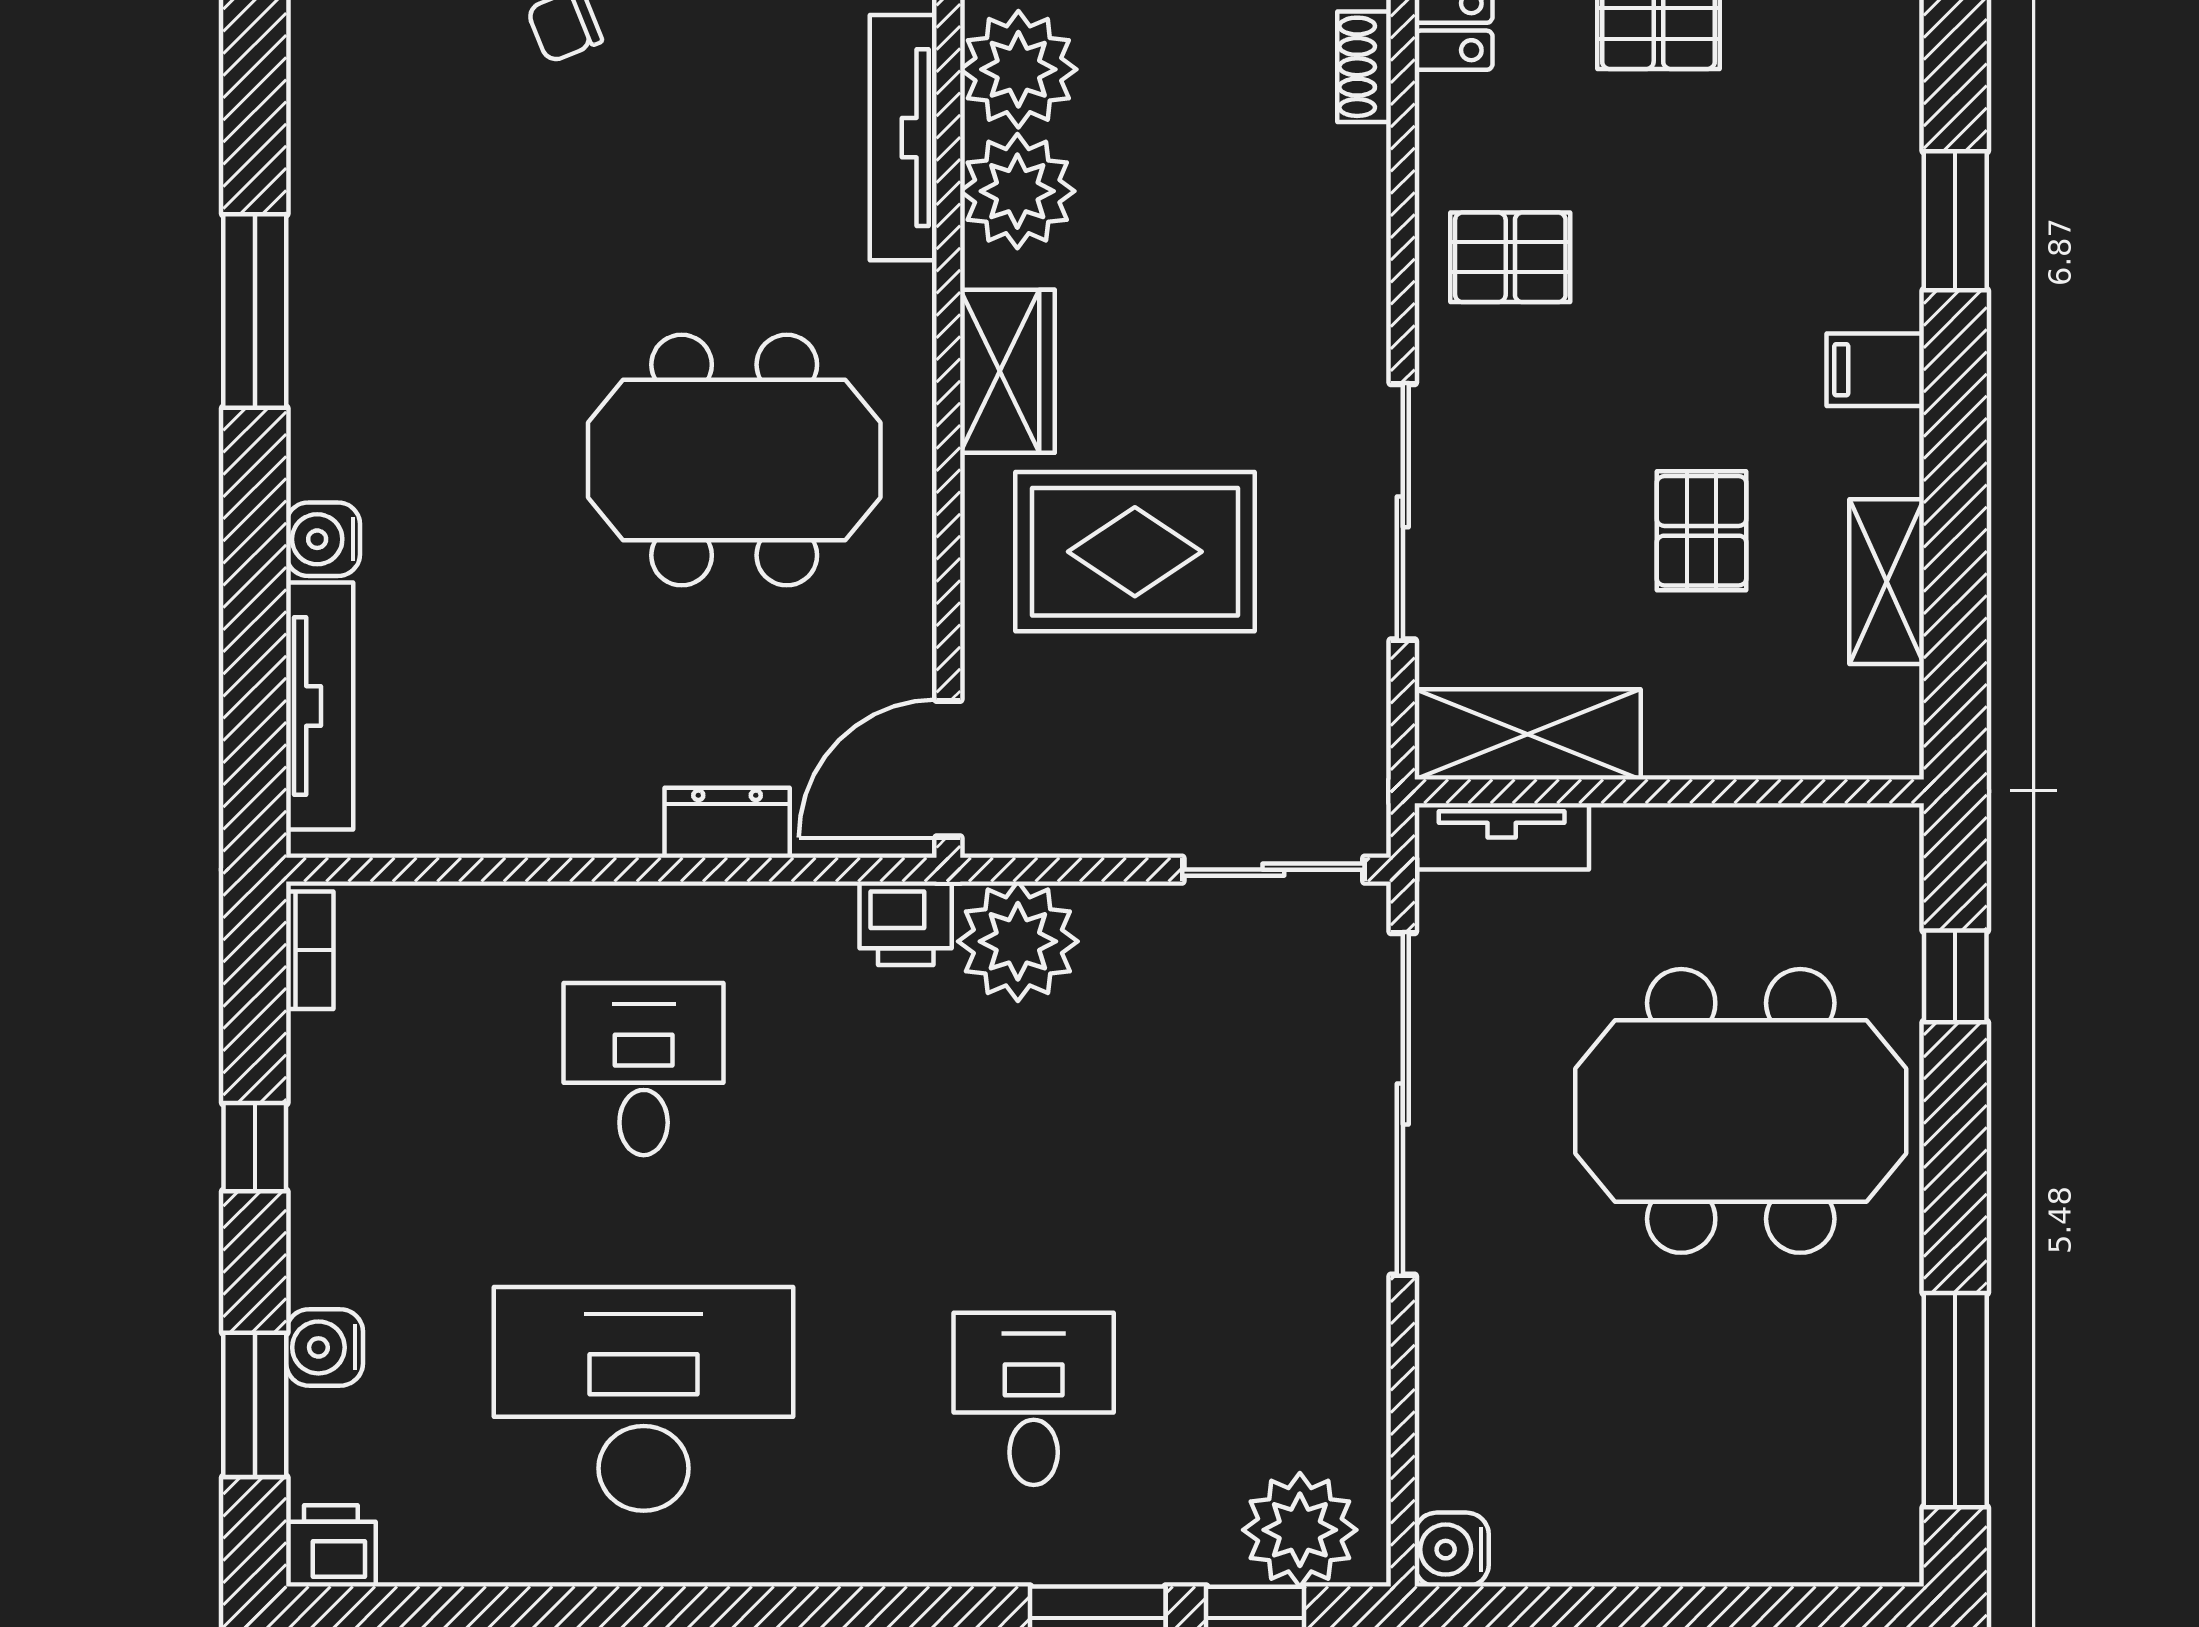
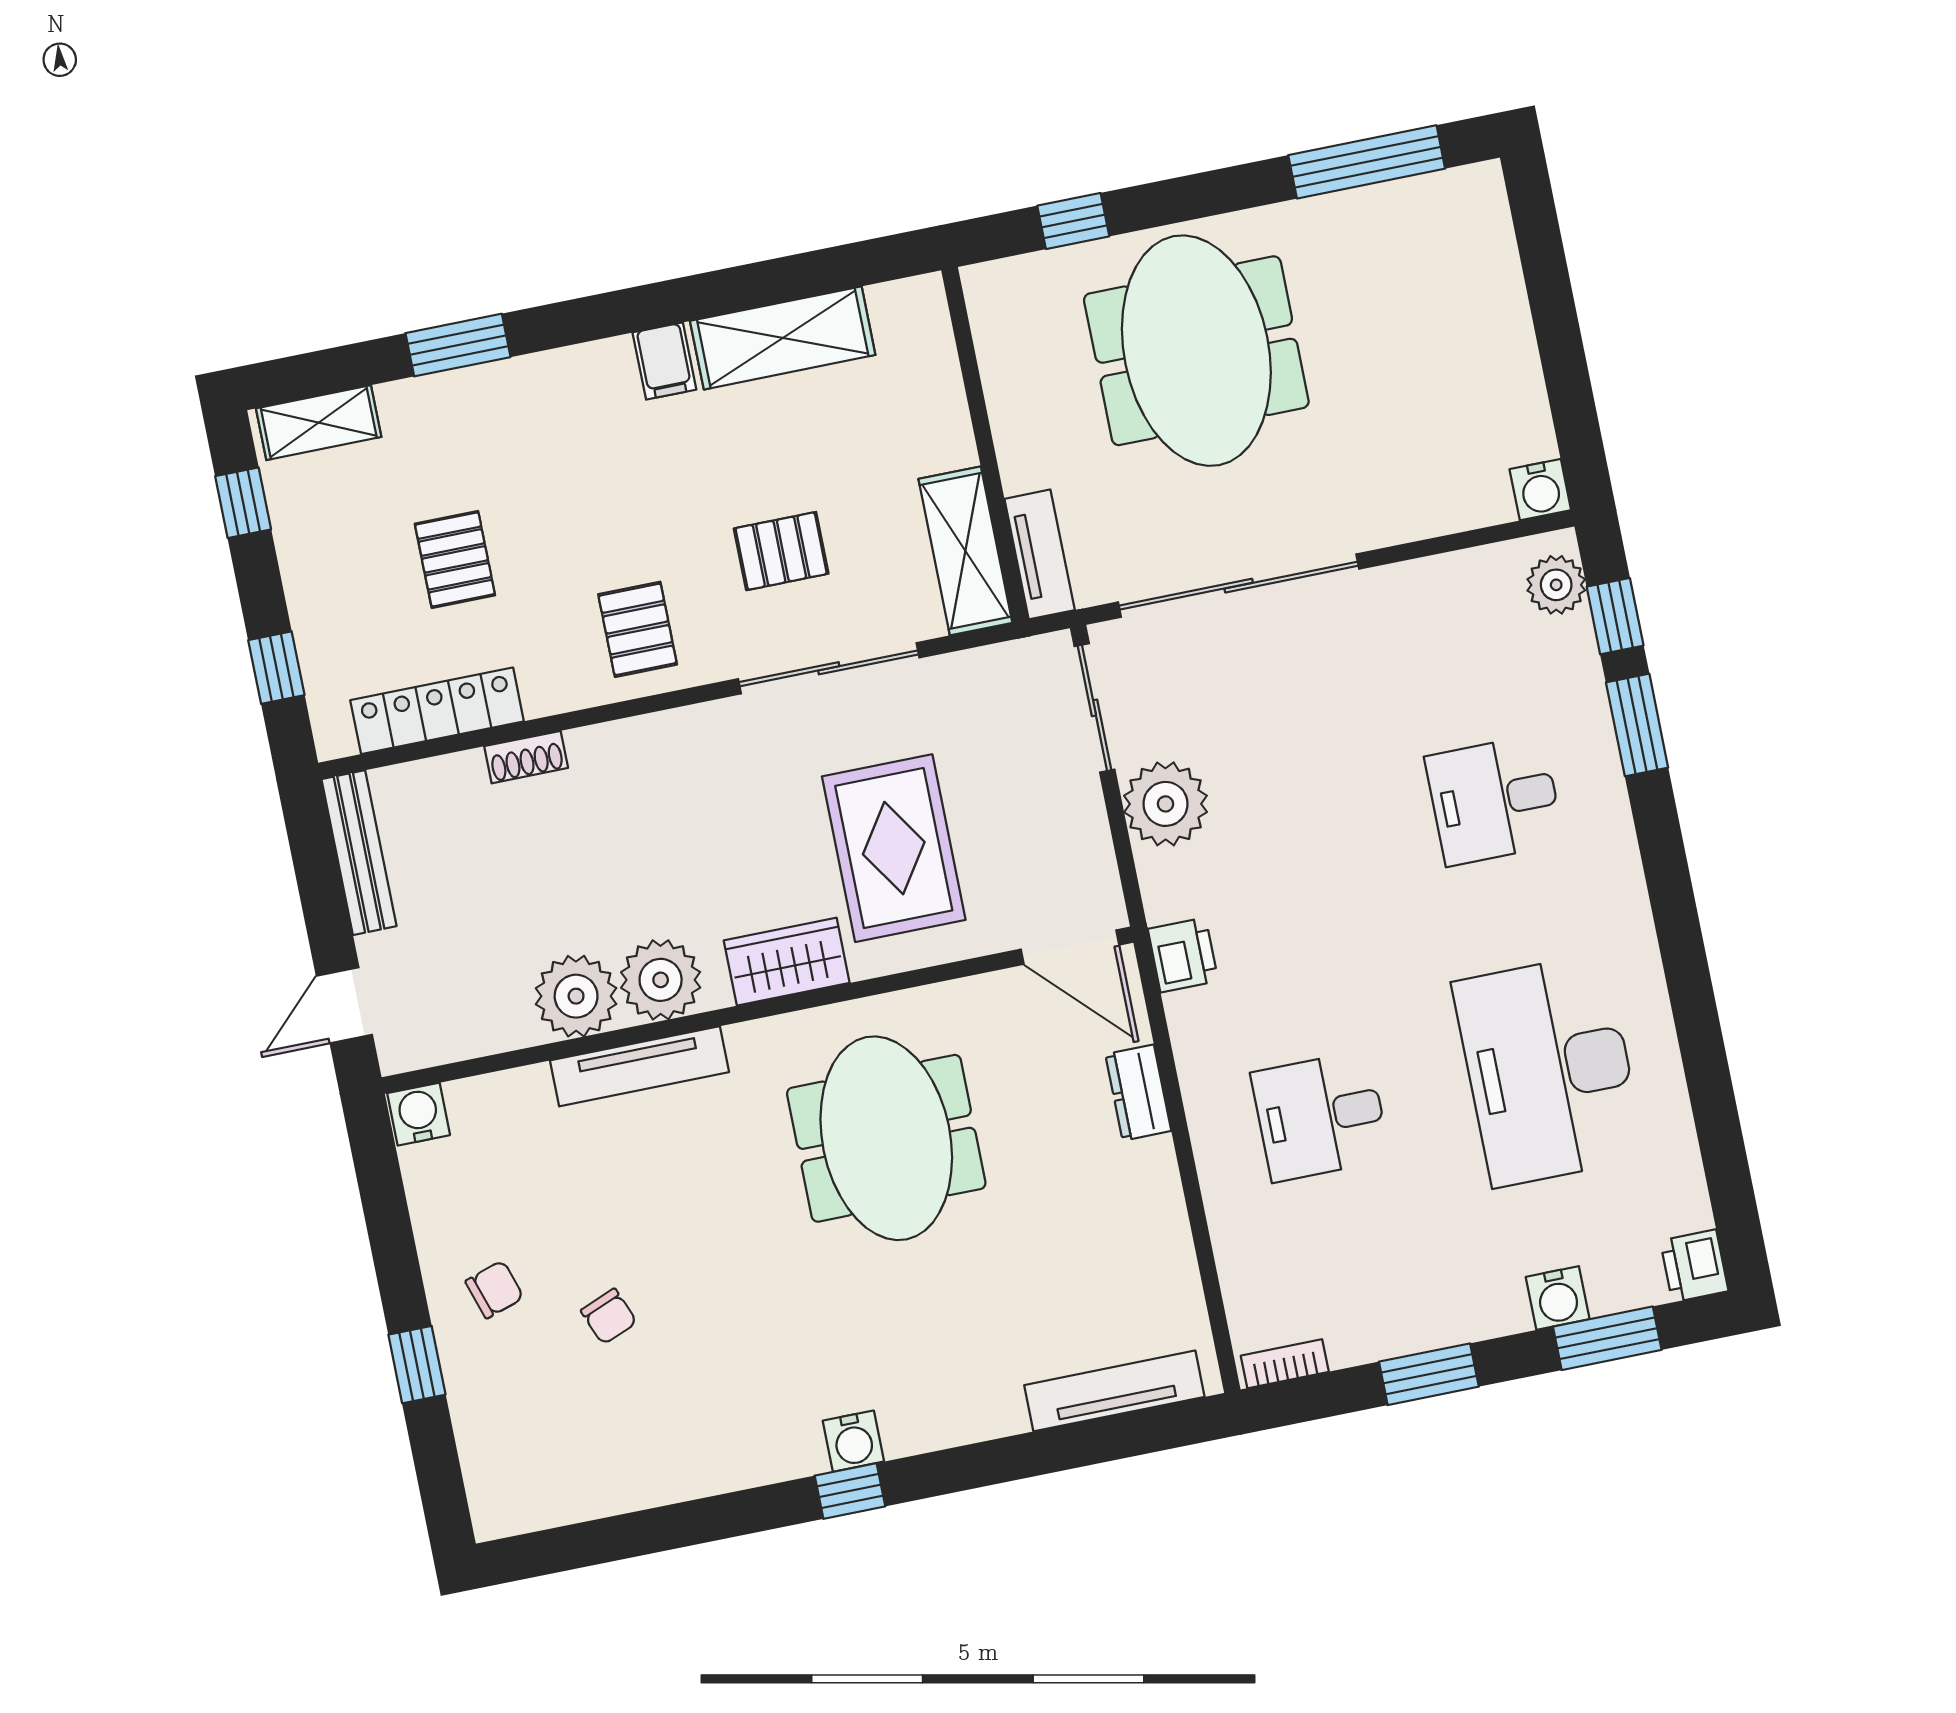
window: (1955, 221) -> (458, 345), moved
window: (255, 311) -> (850, 1491), width x0.46
pallet: (1702, 531) -> (781, 551), moved
water cooler: (323, 539) -> (853, 1441), moved
shelving: (1887, 582) -> (783, 338), width x1.50, depth x1.33
plant: (1018, 941) -> (1166, 804), moved
window: (255, 1147) -> (1429, 1374), width x1.50
plant: (1300, 1530) -> (1556, 585), width x0.73, depth x0.73

